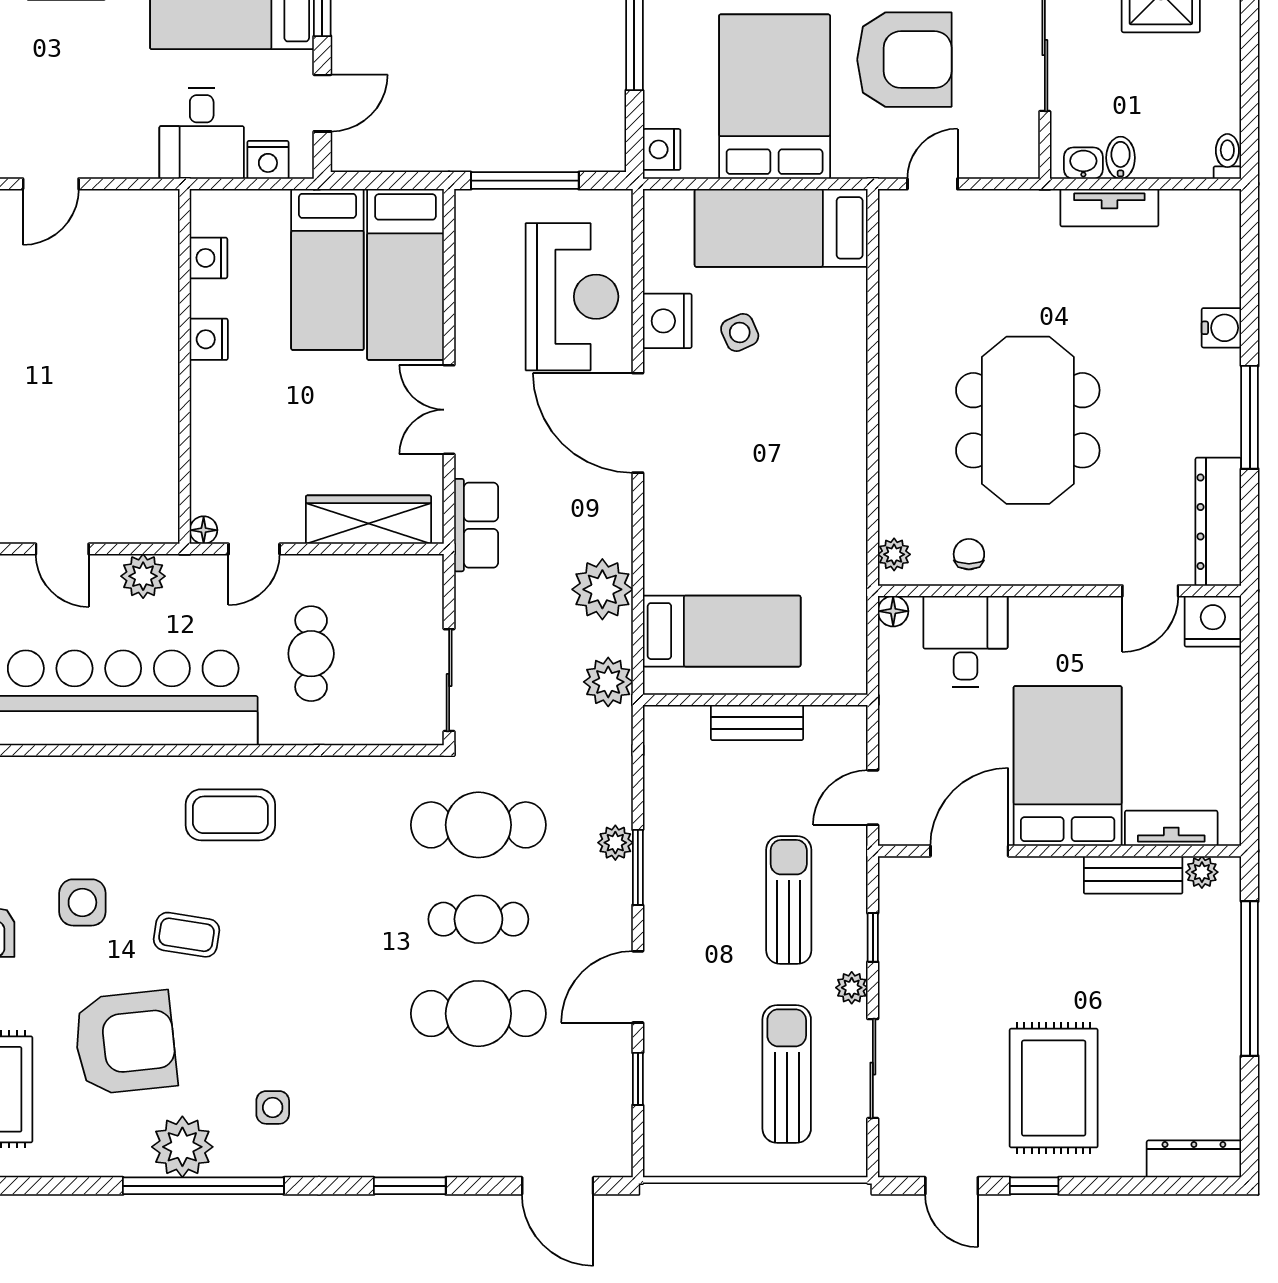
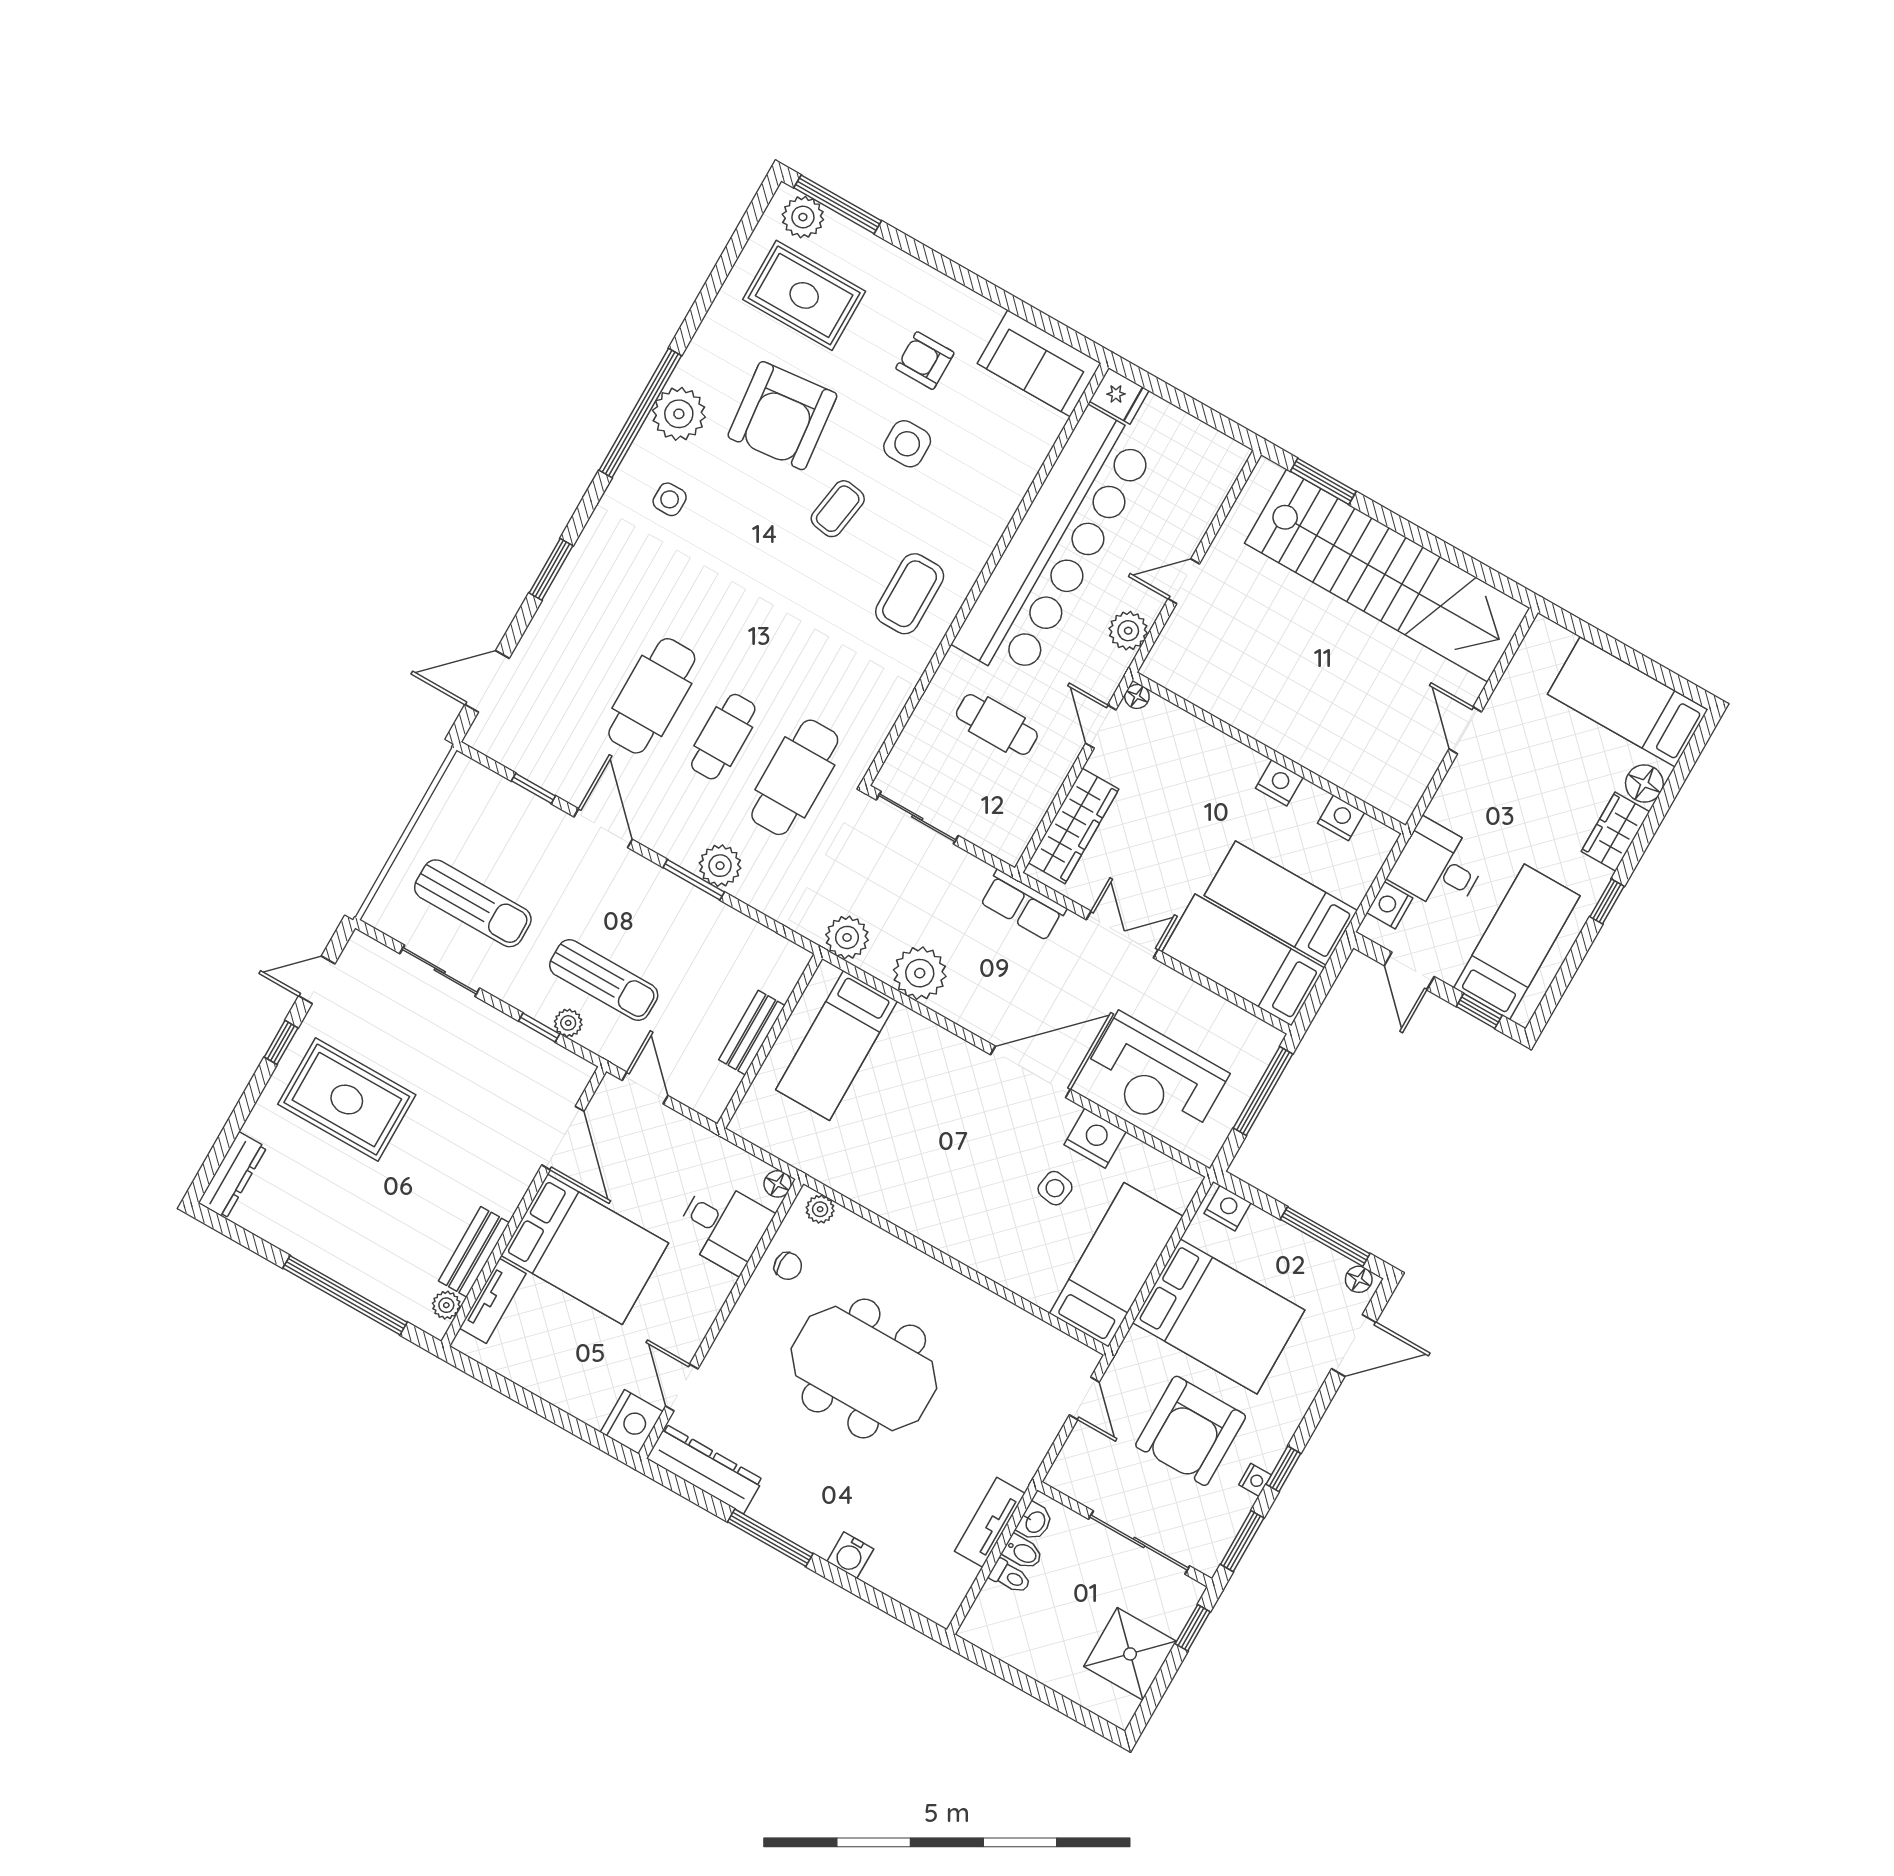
toilet: (1227, 156) -> (1010, 1577), moved
side table: (740, 332) -> (1055, 1188), turned 33
plant: (615, 843) -> (720, 866), width x1.38, depth x1.38
plant: (852, 988) -> (568, 1023), moved

